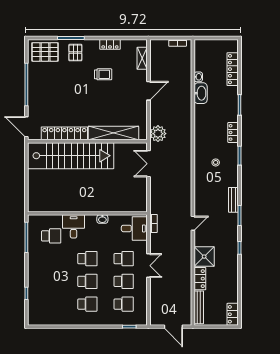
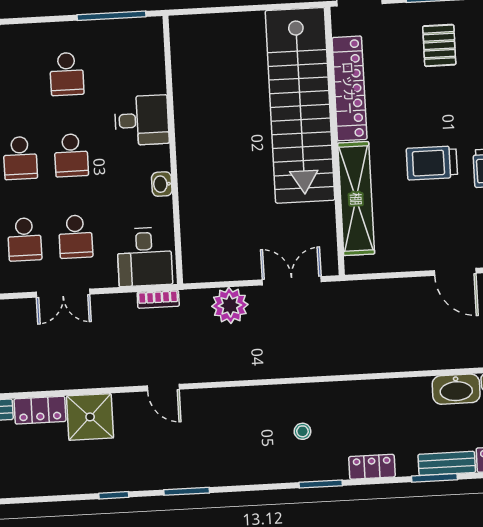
pallet: (47, 92) -> (439, 45), added
trolley: (99, 99) -> (432, 163), added
plant: (158, 134) -> (230, 305), moved
bench: (233, 200) -> (447, 463), moved
school desk: (51, 236) -> (67, 74), moved

